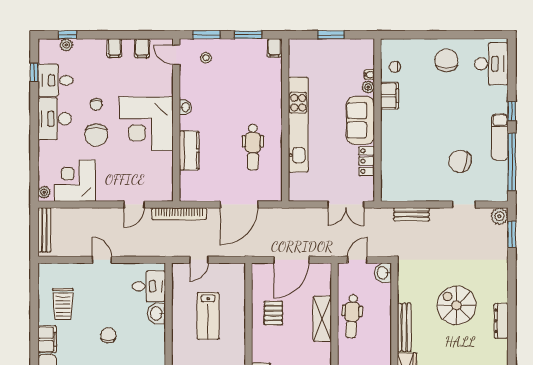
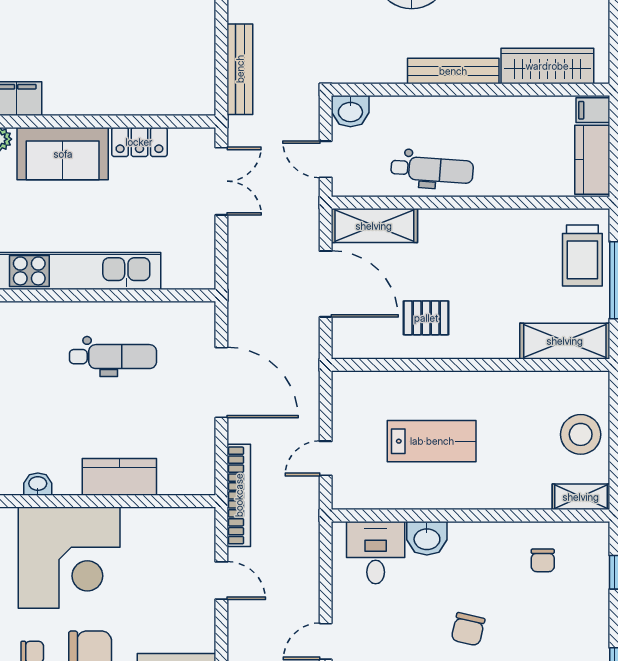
bench: (412, 214) -> (240, 69), width x1.36
door: (199, 260) -> (326, 458), swing flipped
shelving: (322, 319) -> (374, 226), moved
chair: (108, 335) -> (468, 629), turned -77

